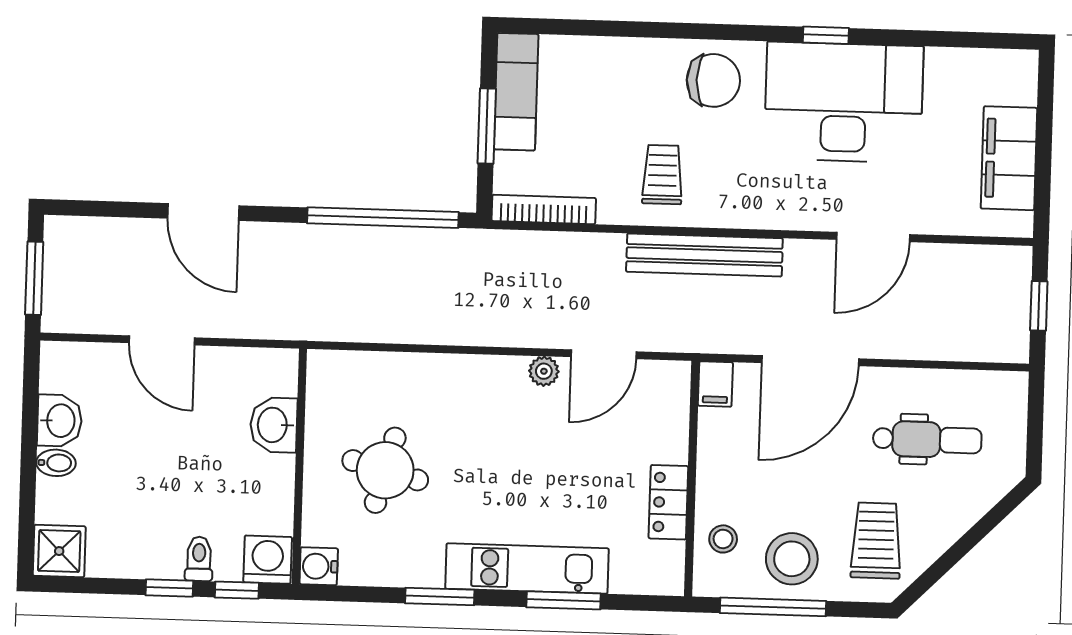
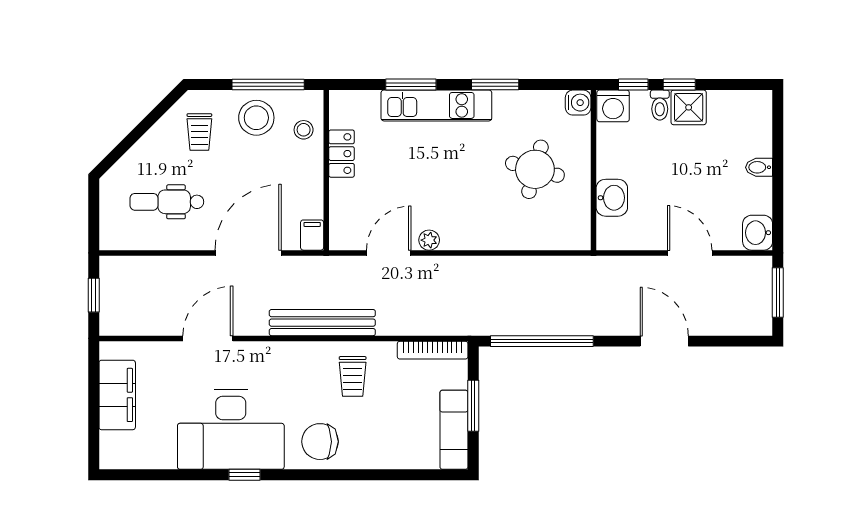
washbasin: (59, 421) -> (758, 233), moved
trolley: (876, 541) -> (199, 132), width x0.73, depth x0.72
shower: (59, 551) -> (689, 107), moved

